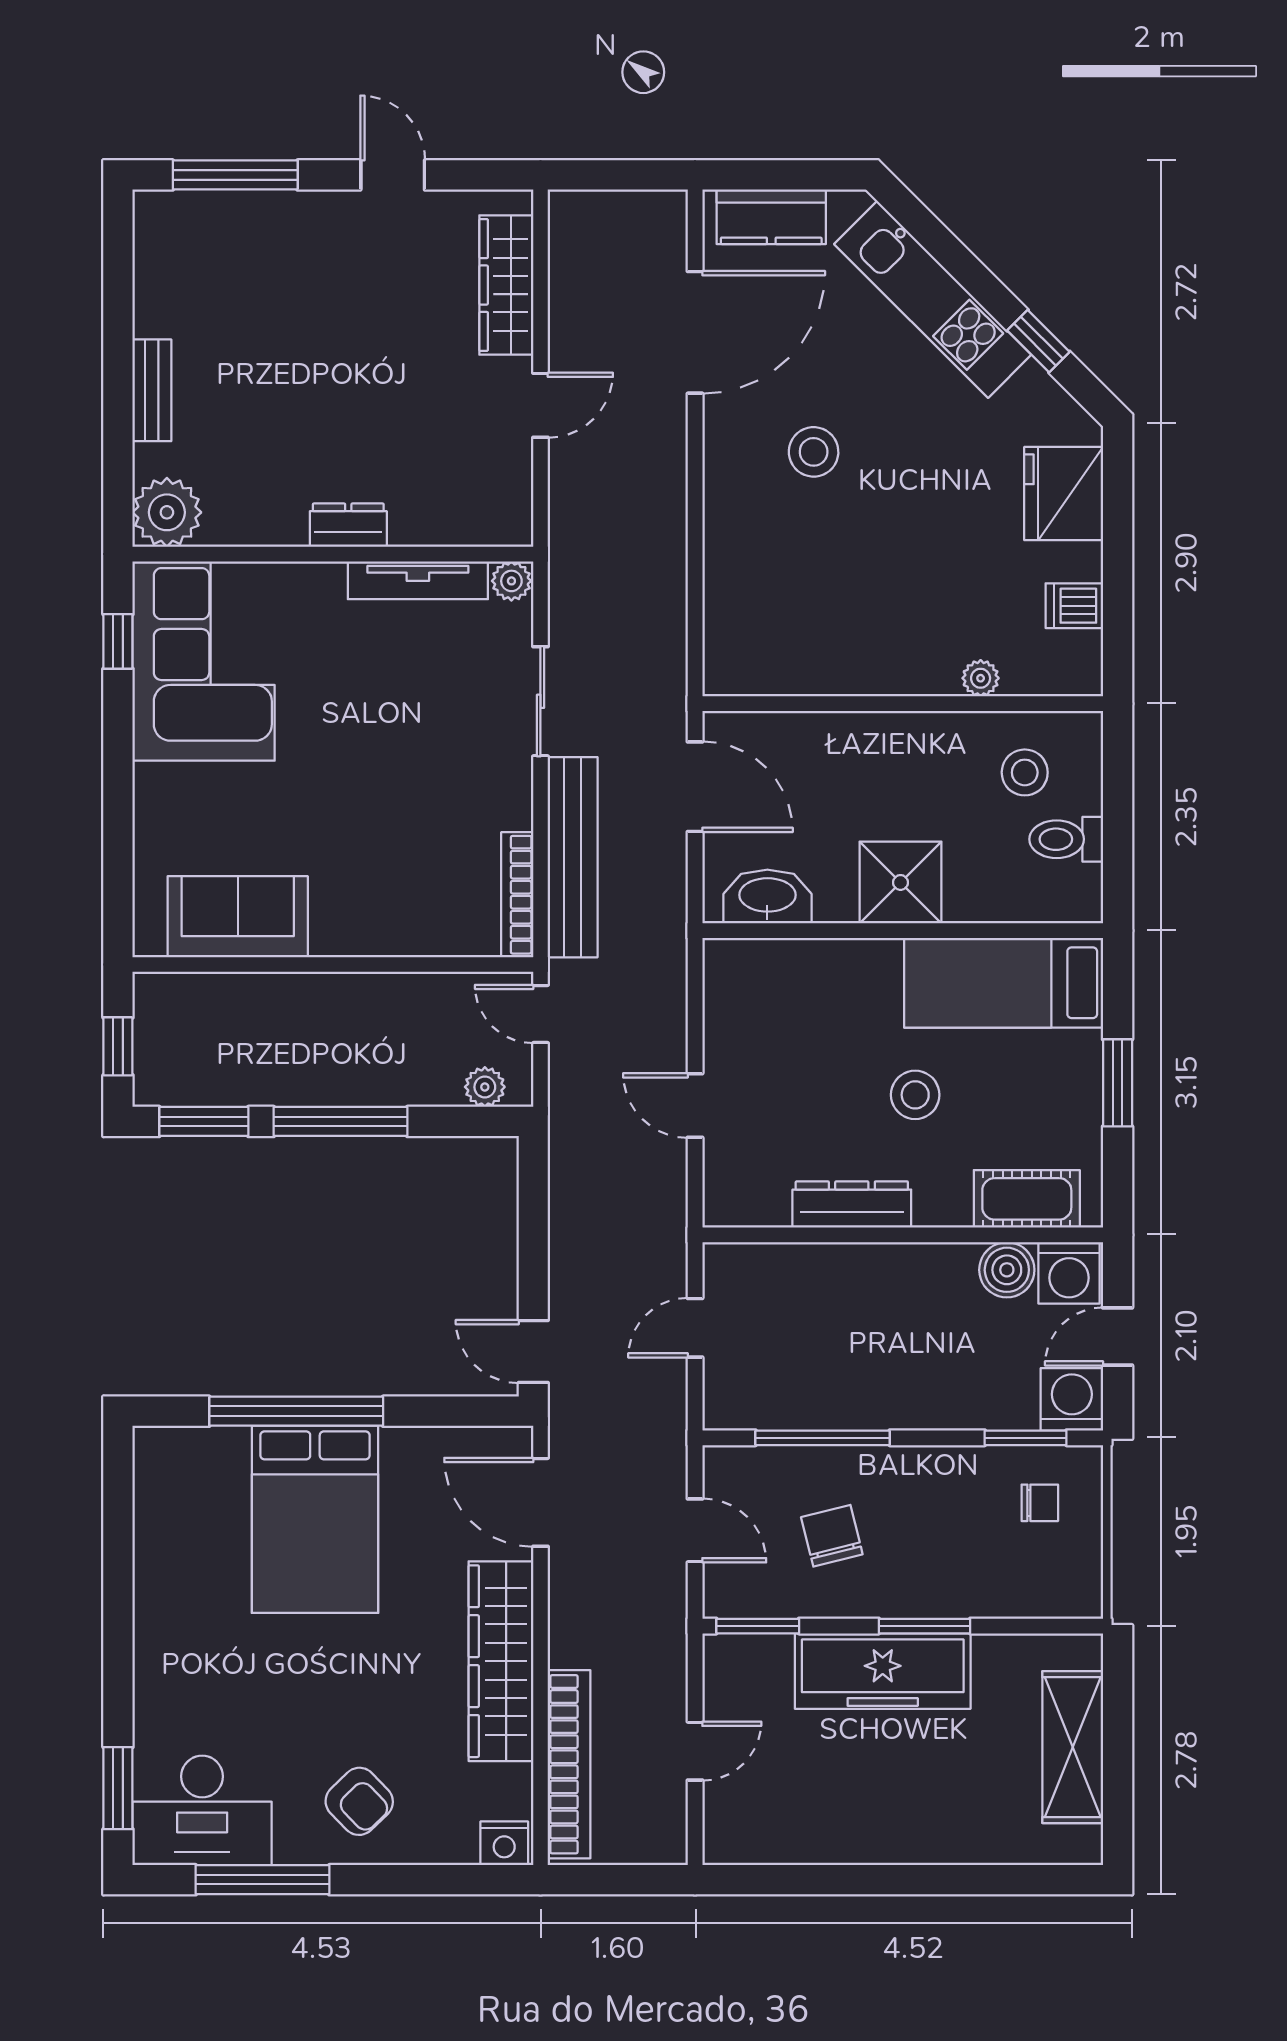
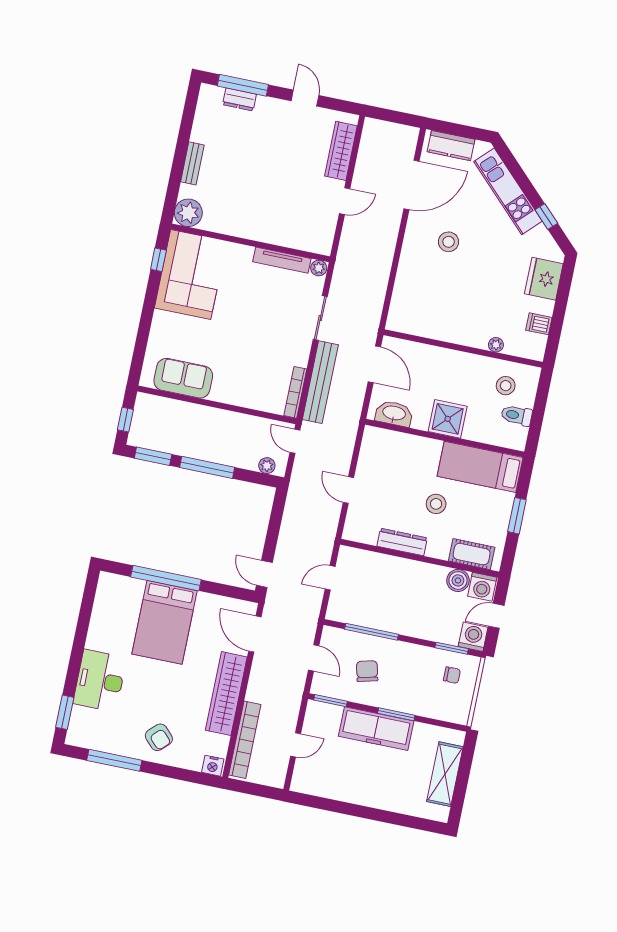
dresser: (348, 525) -> (240, 99), moved, turned 180
desk: (202, 1810) -> (100, 681), moved, turned 90

